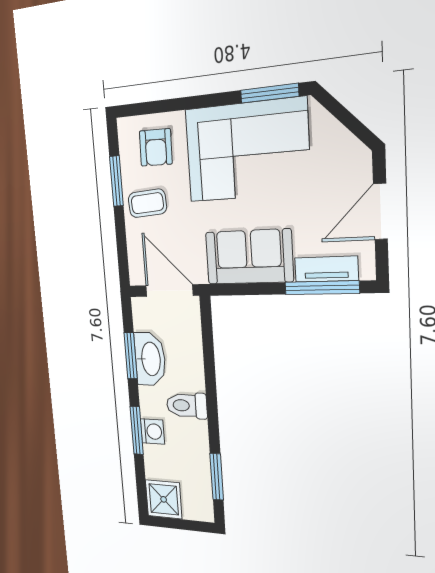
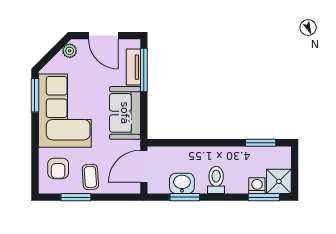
armchair: (156, 147) -> (58, 168), turned 89
plant: (351, 150) -> (70, 51), added
washbasin: (150, 359) -> (182, 183), width x0.72
toilet: (187, 406) -> (216, 180), moved, turned 180
window: (137, 430) -> (264, 197), moved
washing machine: (152, 431) -> (257, 186), moved

